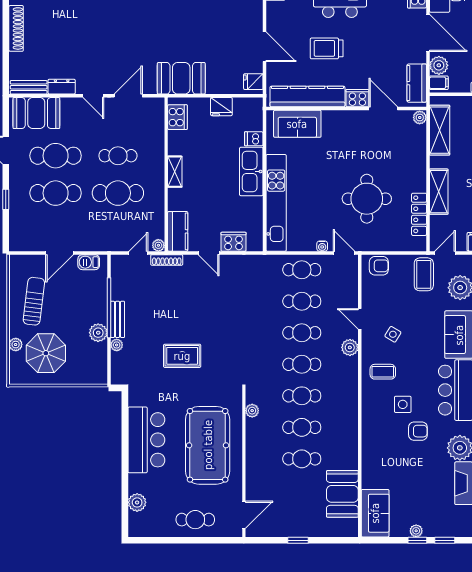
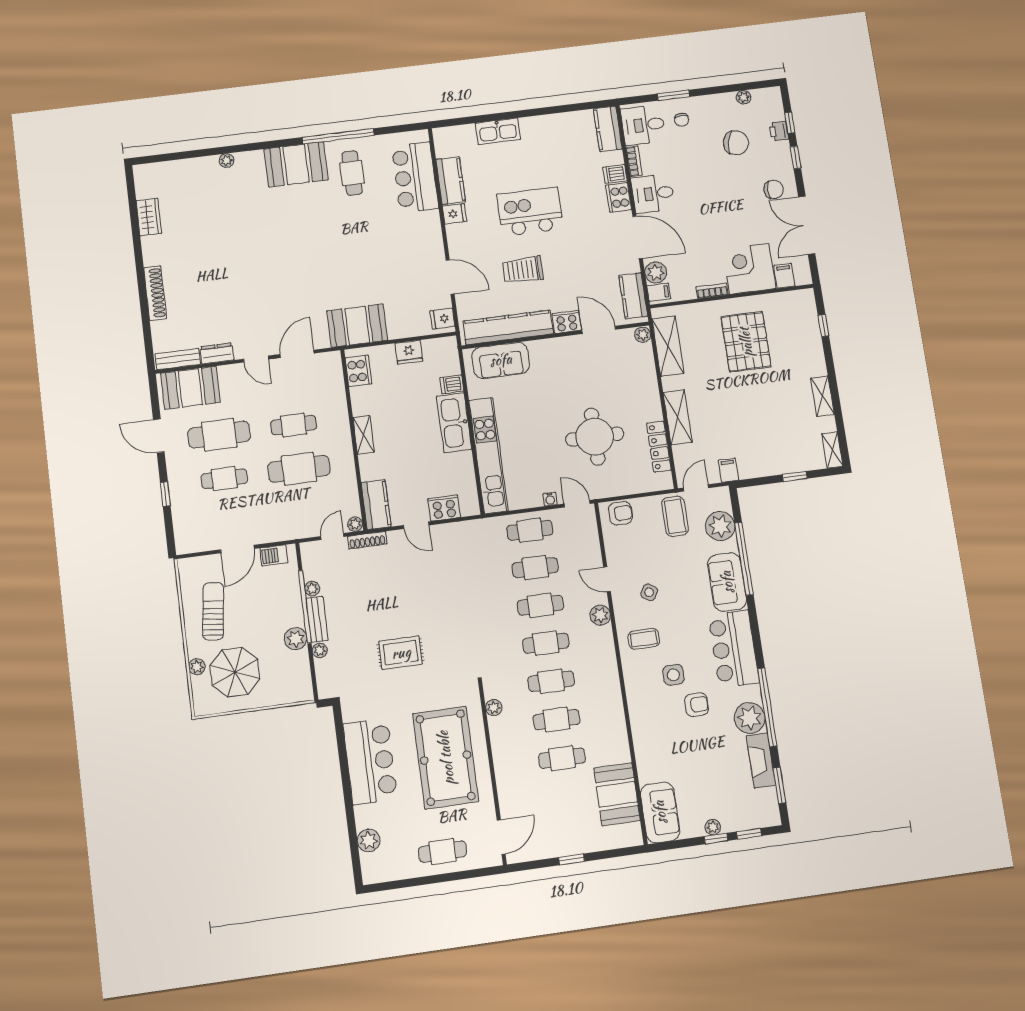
cafe table: (56, 193) -> (224, 479), width x0.73, depth x0.74
plant: (117, 294) -> (312, 589), added

